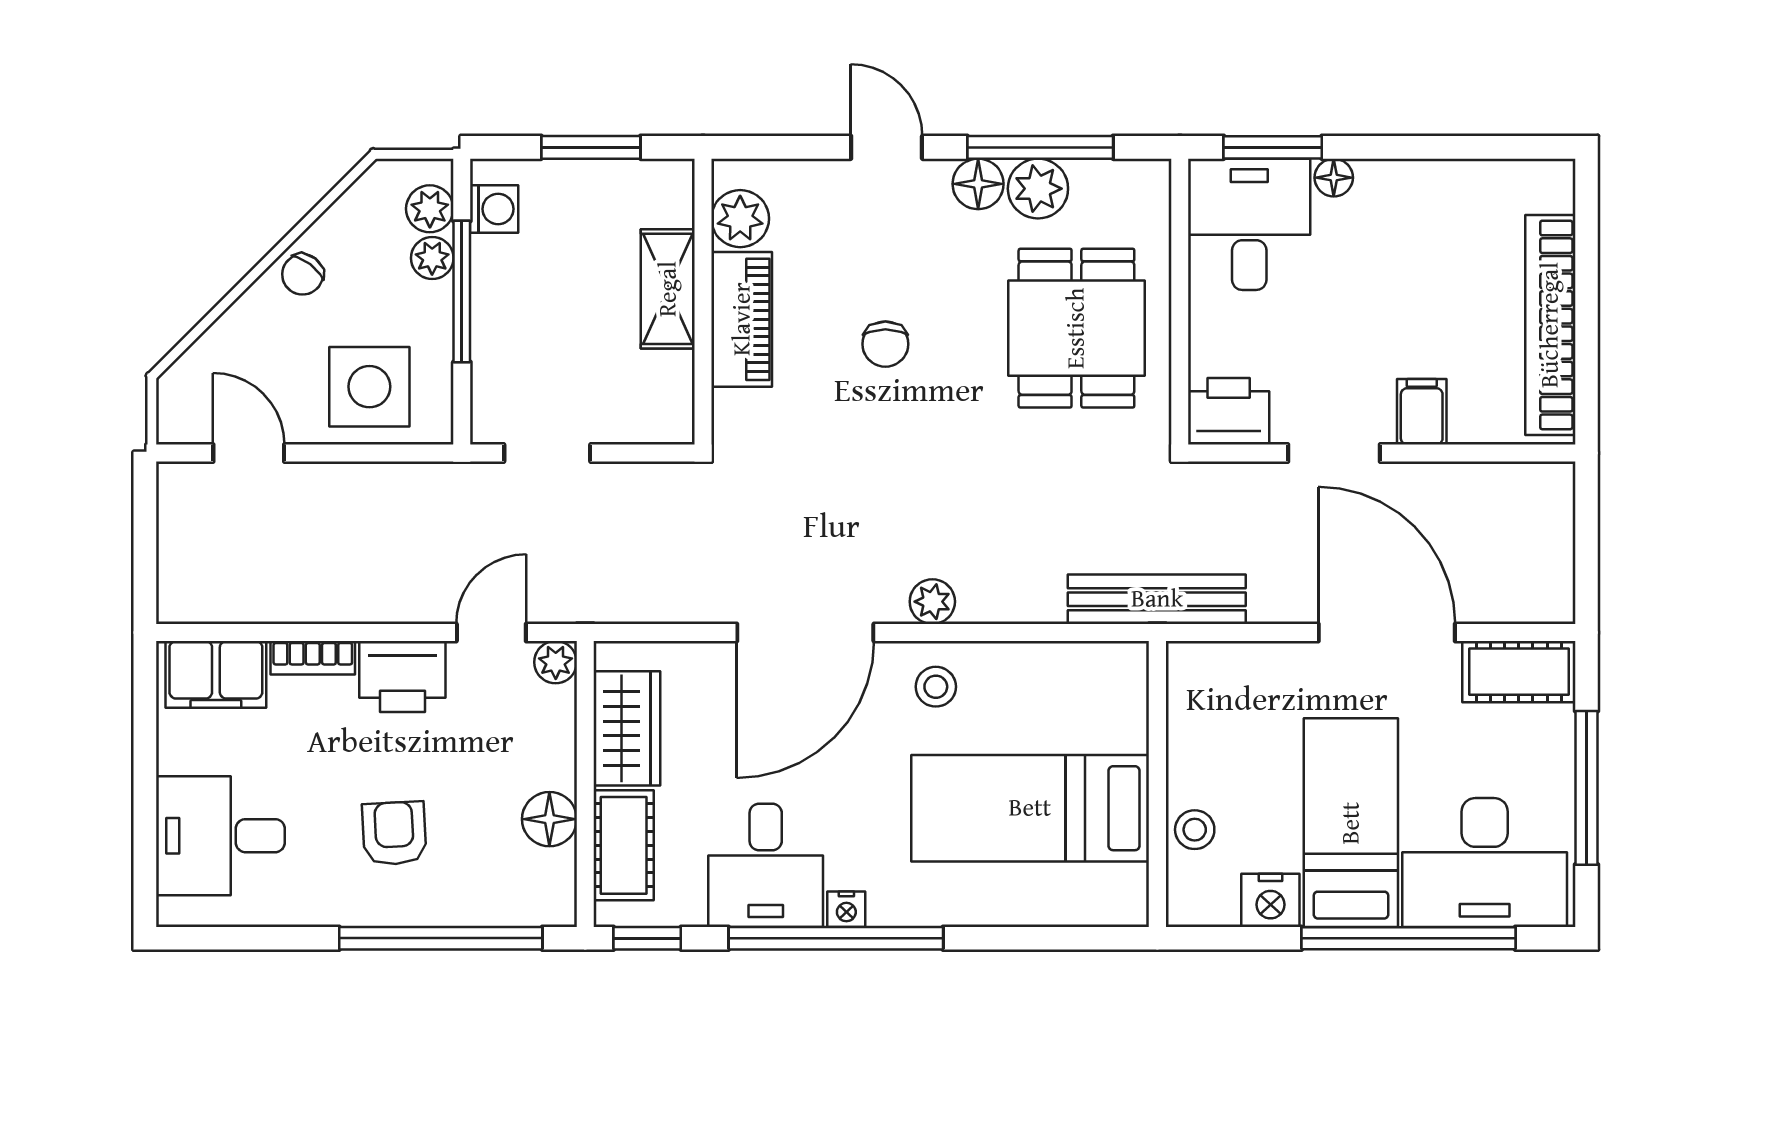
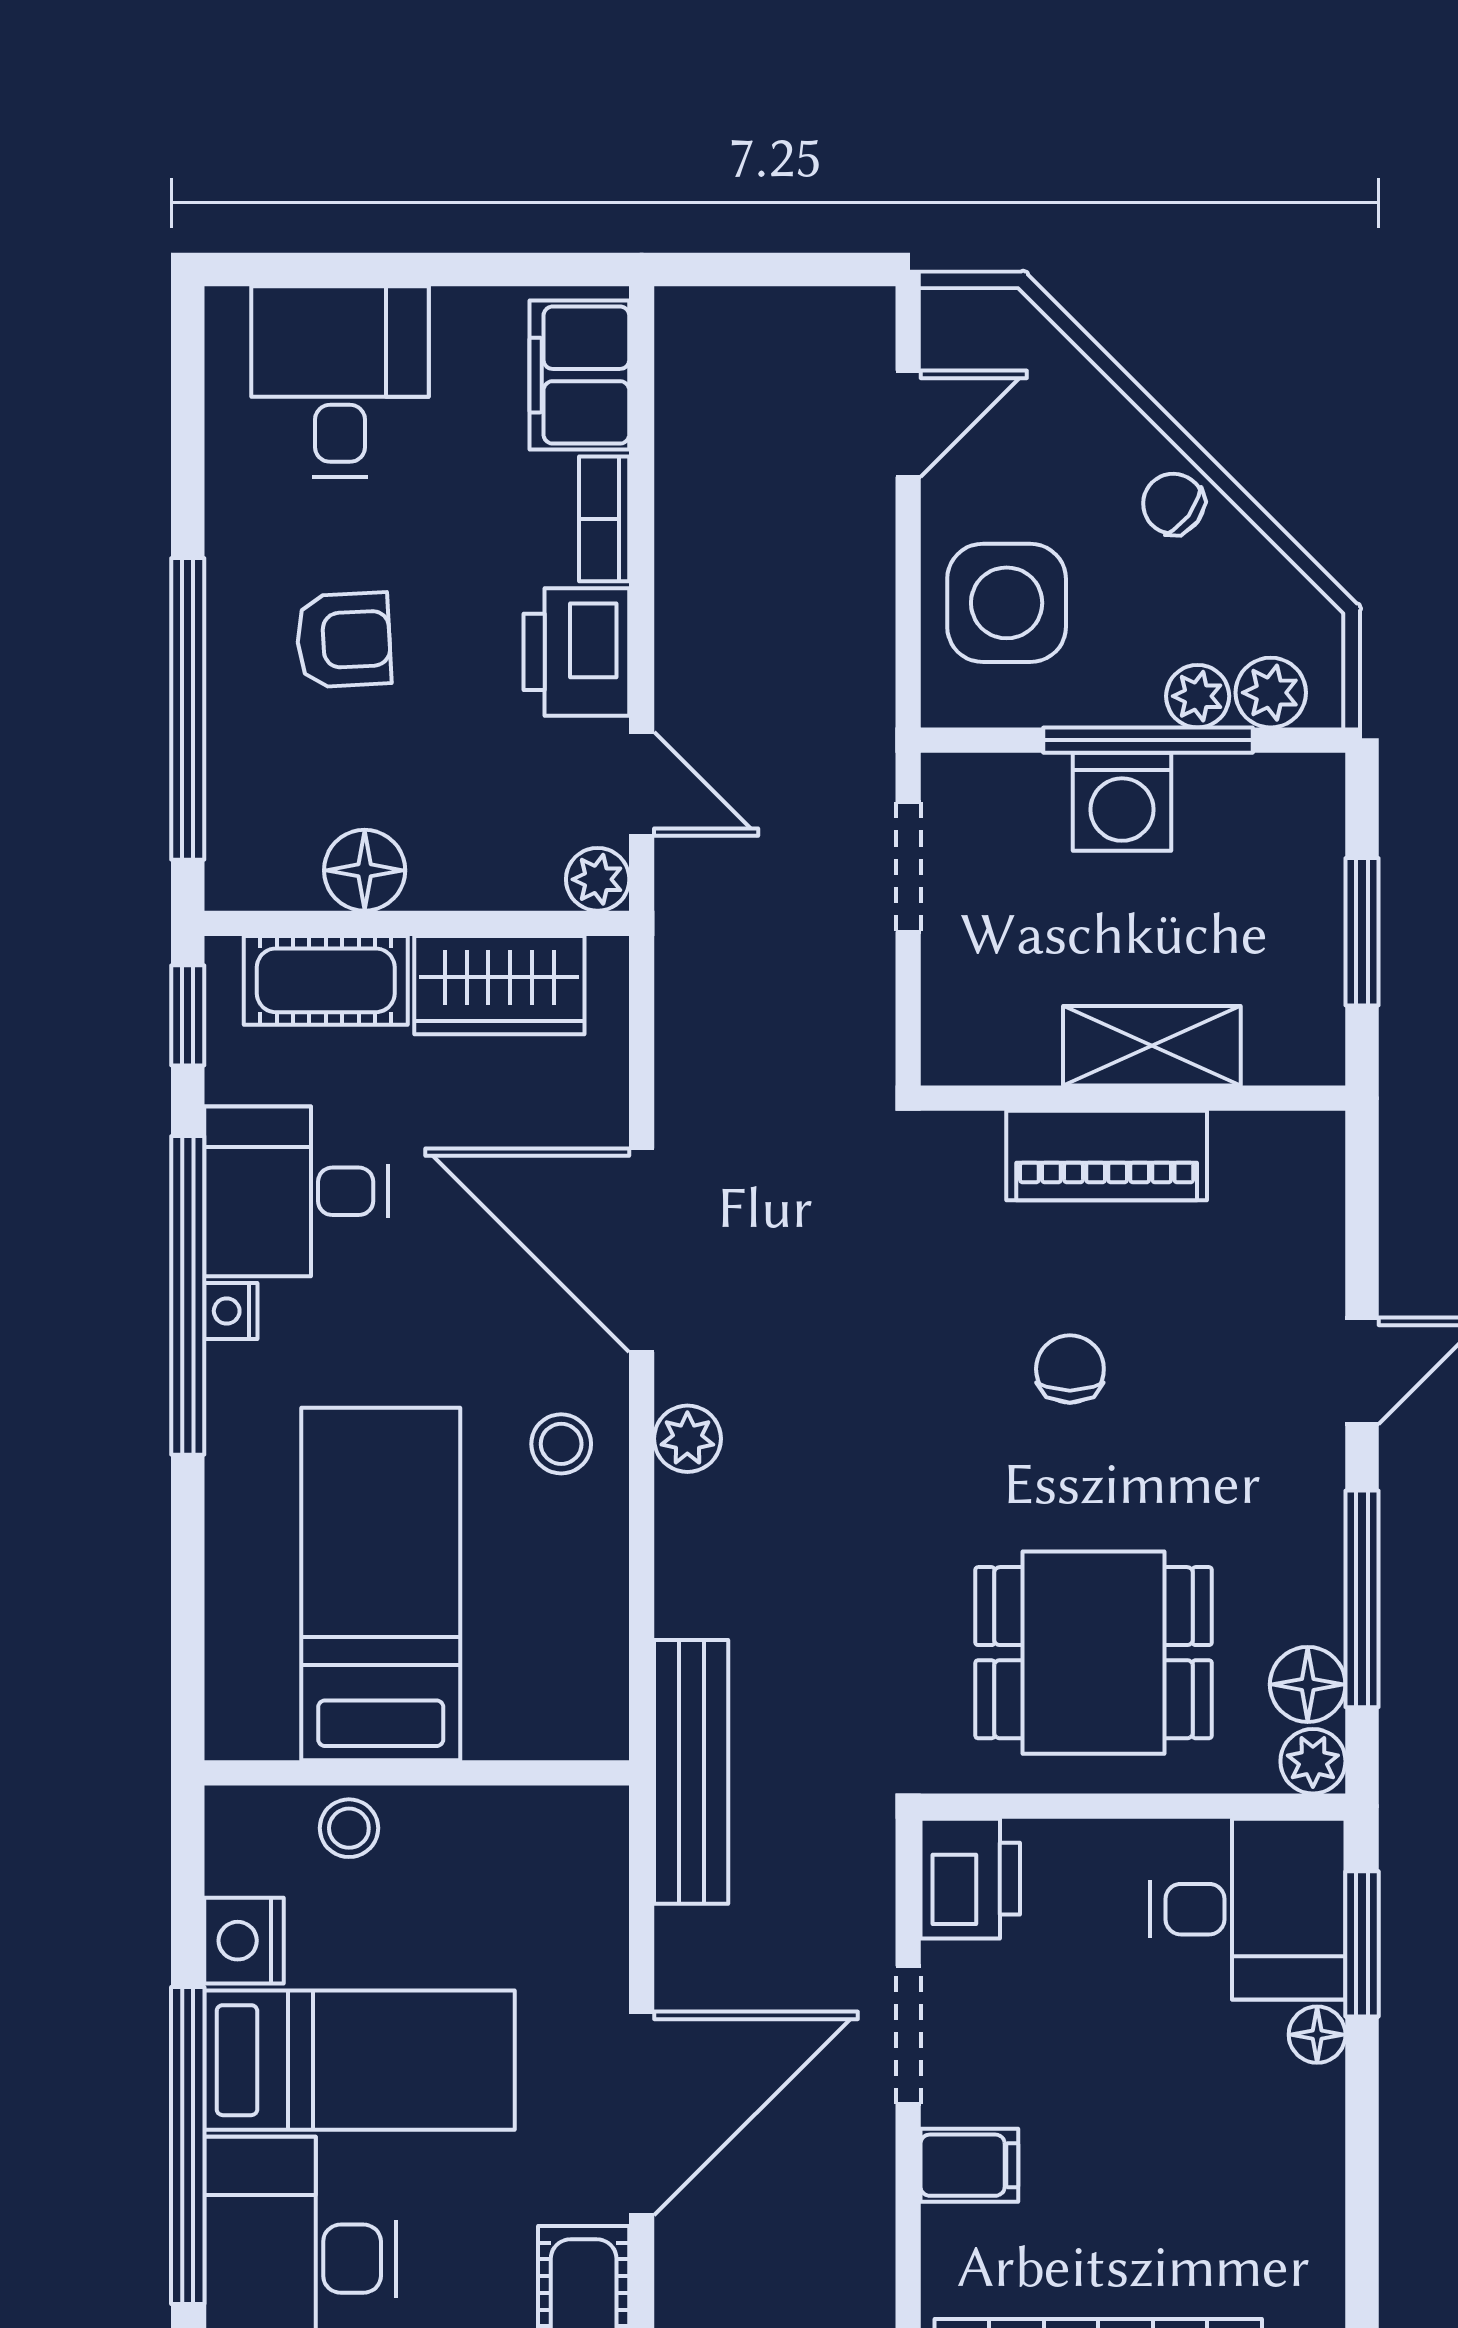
floor lamp: (978, 184) -> (1308, 1684), moved
plant: (1038, 189) -> (1313, 1761), moved, width x0.73, depth x0.73
washing machine: (494, 209) -> (1122, 802), moved, width x1.38, depth x1.38
plant: (740, 219) -> (1256, 1153), removed
chair: (885, 344) -> (1070, 1369), turned 90

